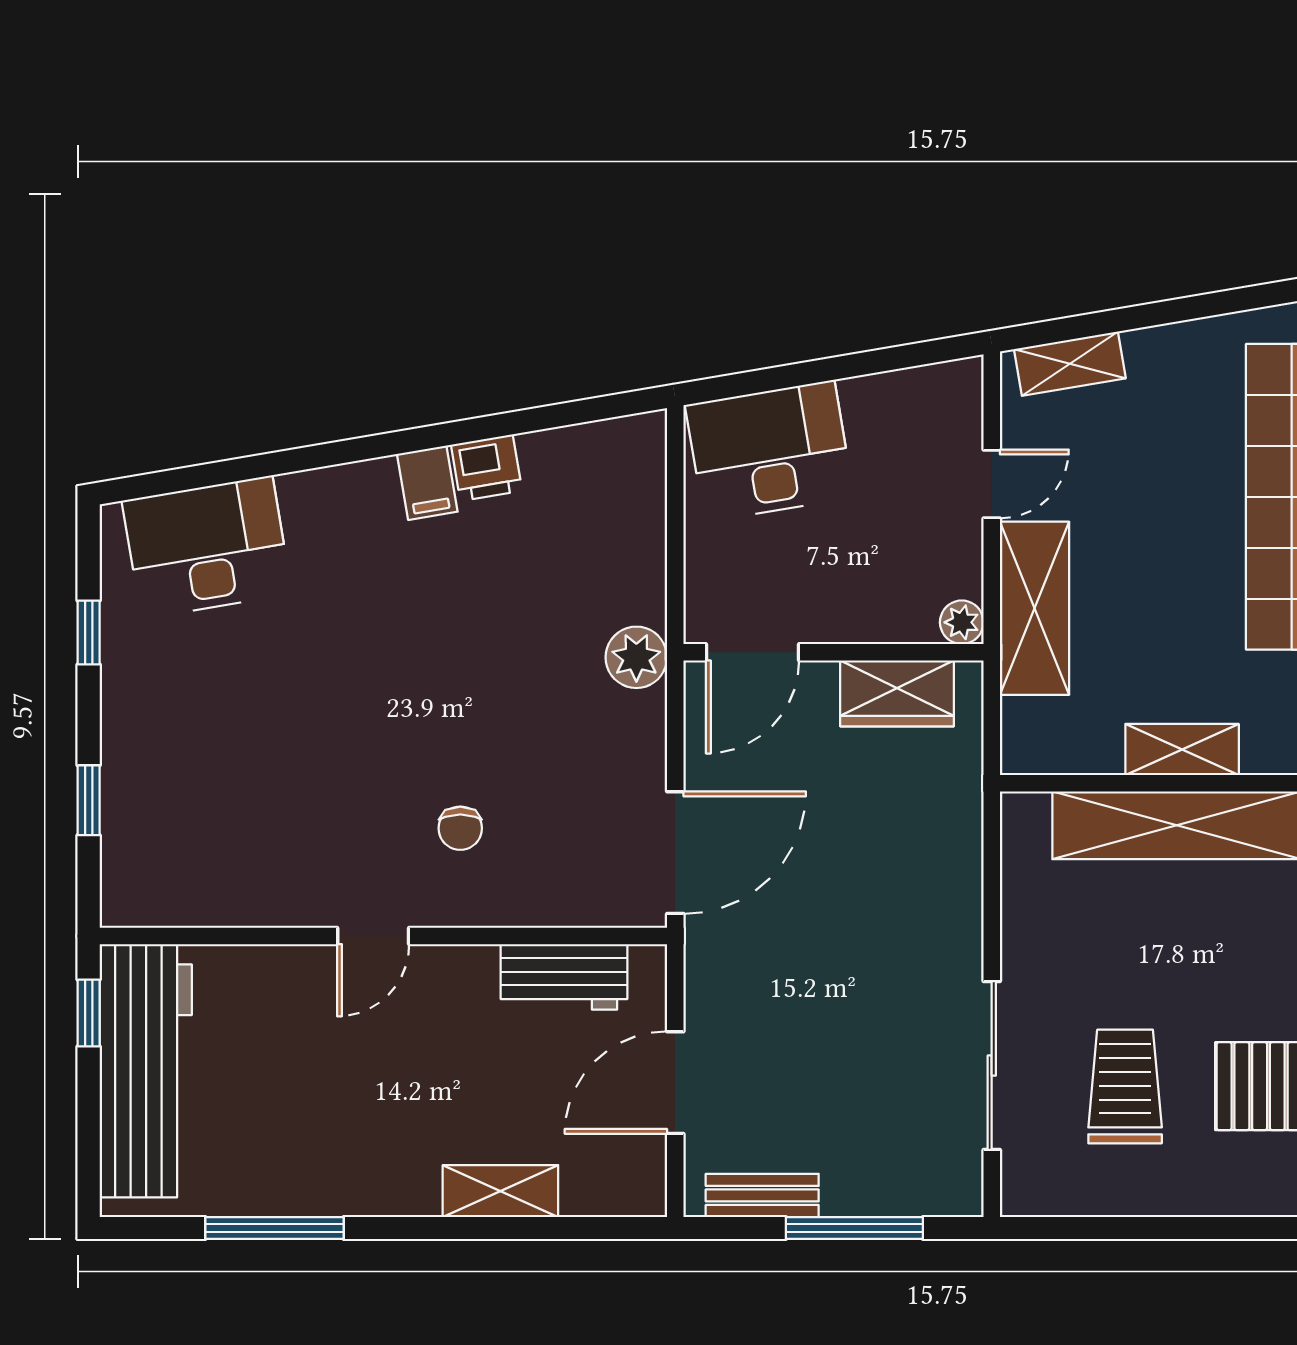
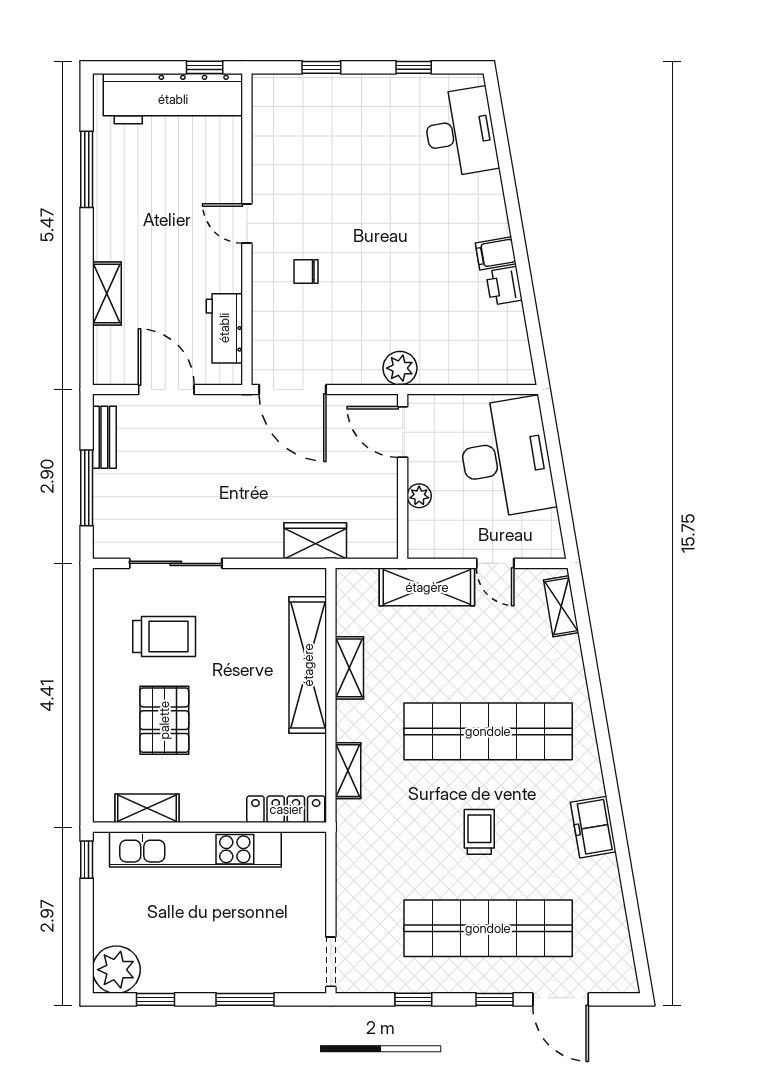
desk: (769, 451) -> (506, 458), width x1.36, depth x1.30
plant: (962, 622) -> (419, 496), moved
wardrobe: (897, 693) -> (315, 541), moved, turned 90

